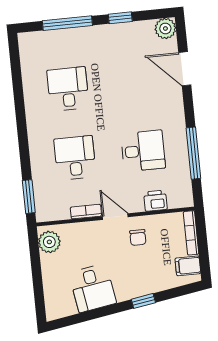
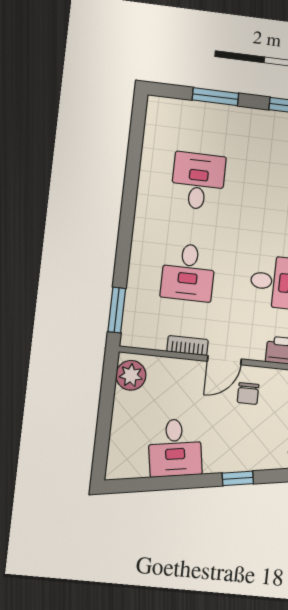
window: (67, 23) -> (215, 97), width x0.69
desk: (75, 158) -> (188, 272), turned 180
door: (115, 217) -> (224, 360), swing flipped

